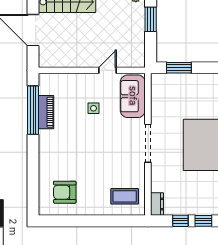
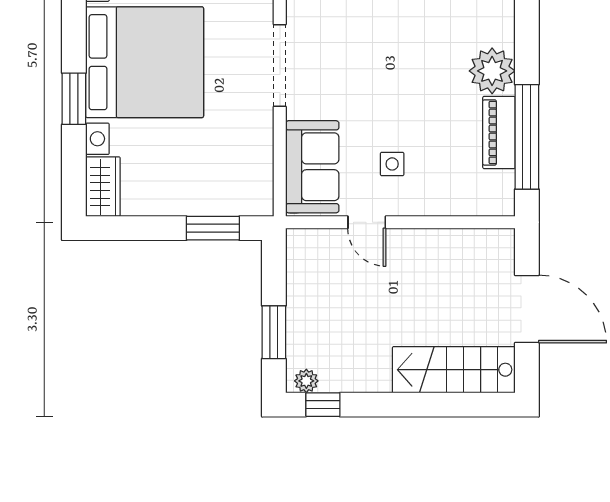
door: (107, 70) -> (367, 222), hinge flipped
side table: (93, 108) -> (392, 164), moved
plant: (49, 141) -> (492, 71), added

